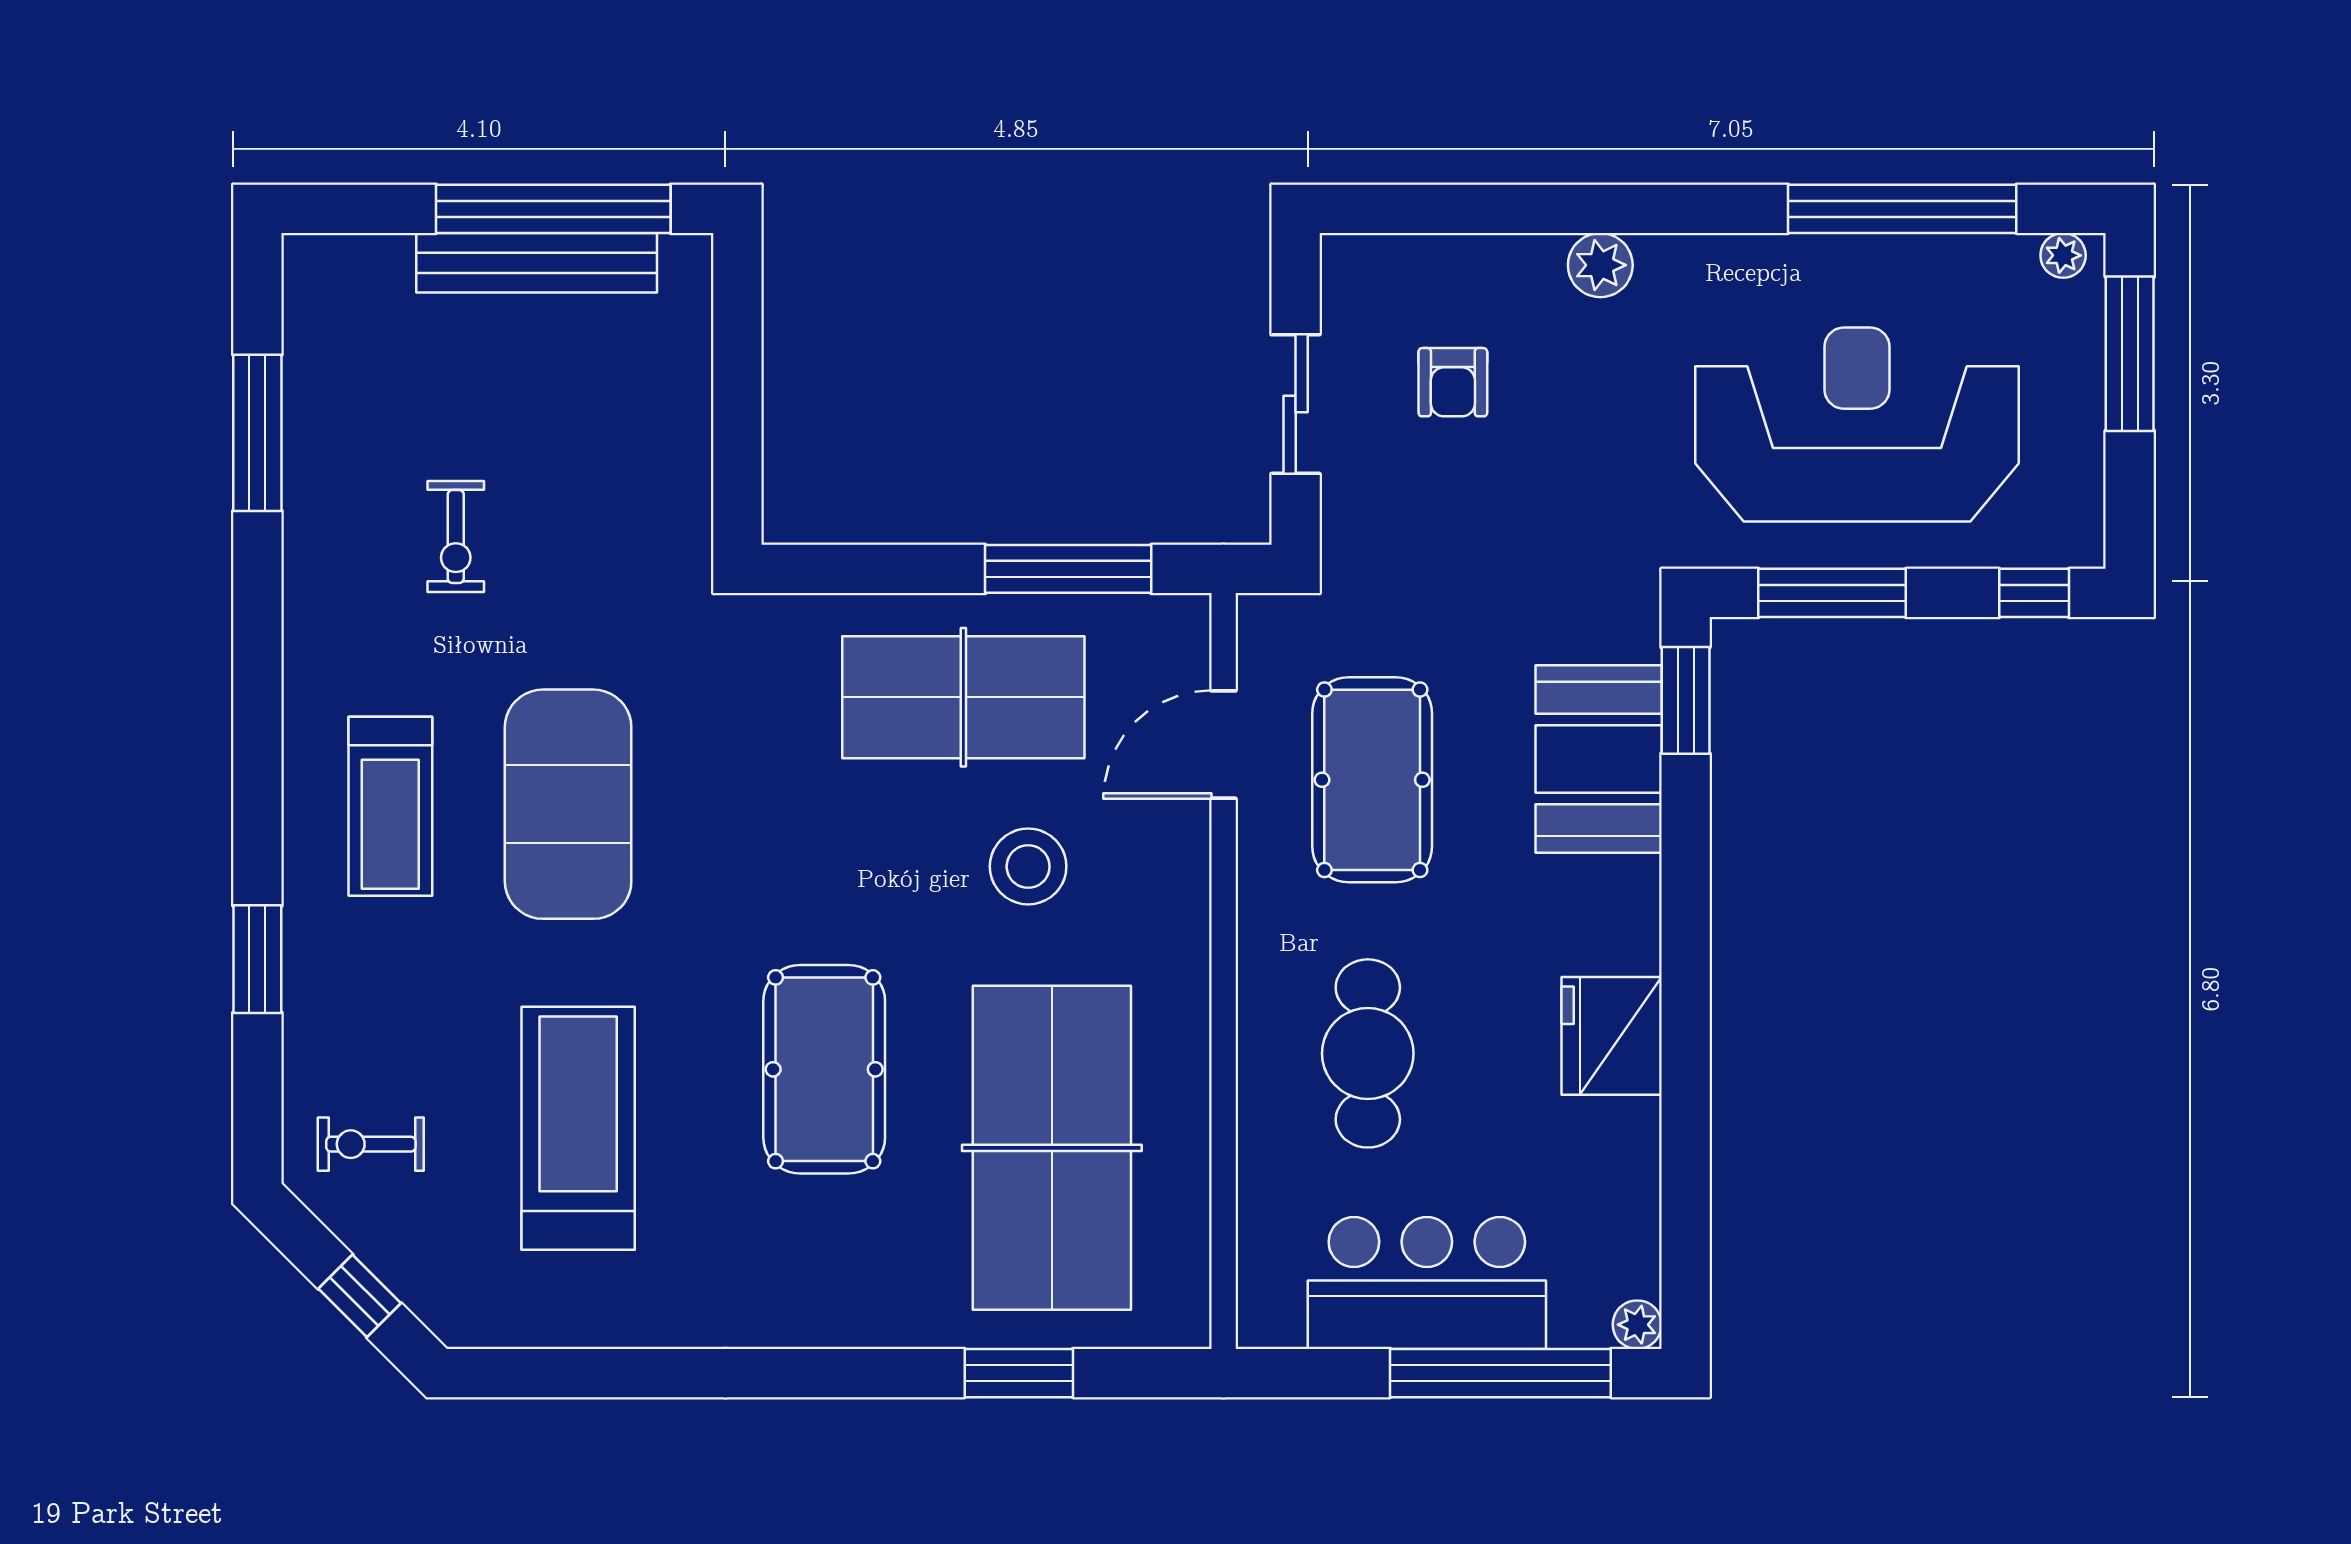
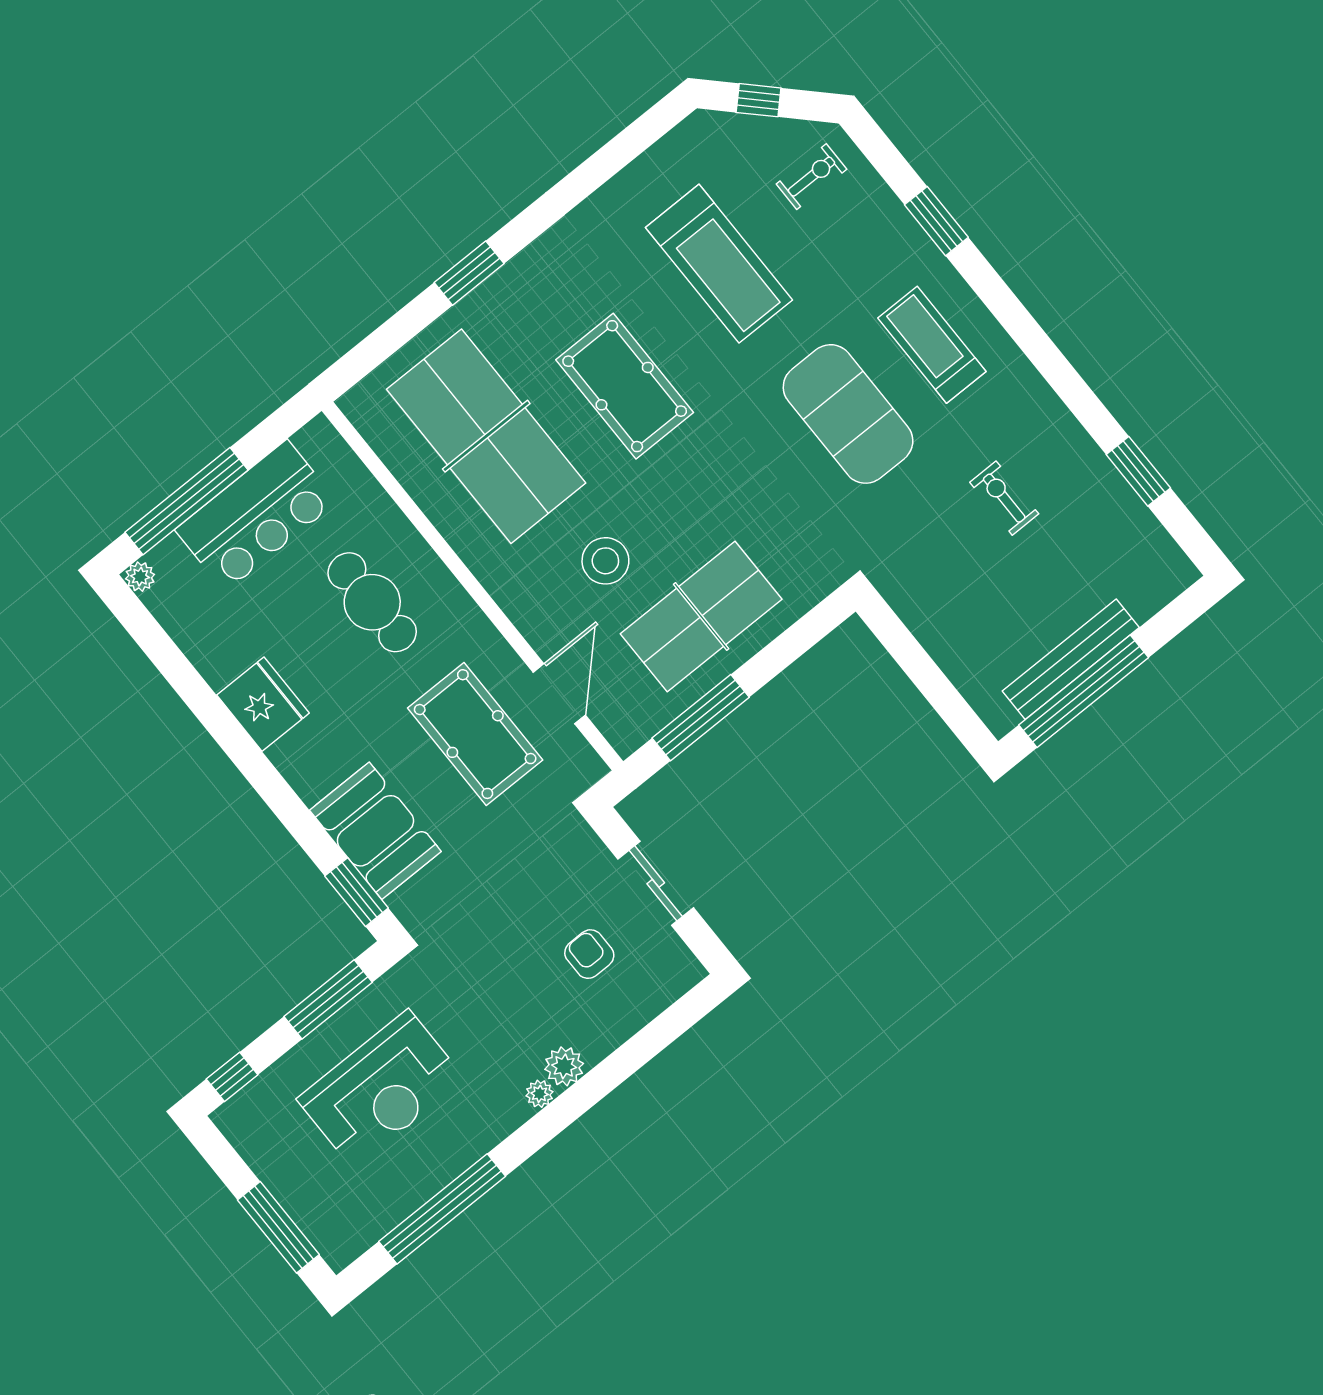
plant: (2063, 255) -> (540, 1094), moved
reception desk: (1857, 424) -> (381, 1089), width x0.74, depth x0.77
window: (257, 433) -> (1138, 471), width x0.69
window: (1019, 1373) -> (469, 273), moved

